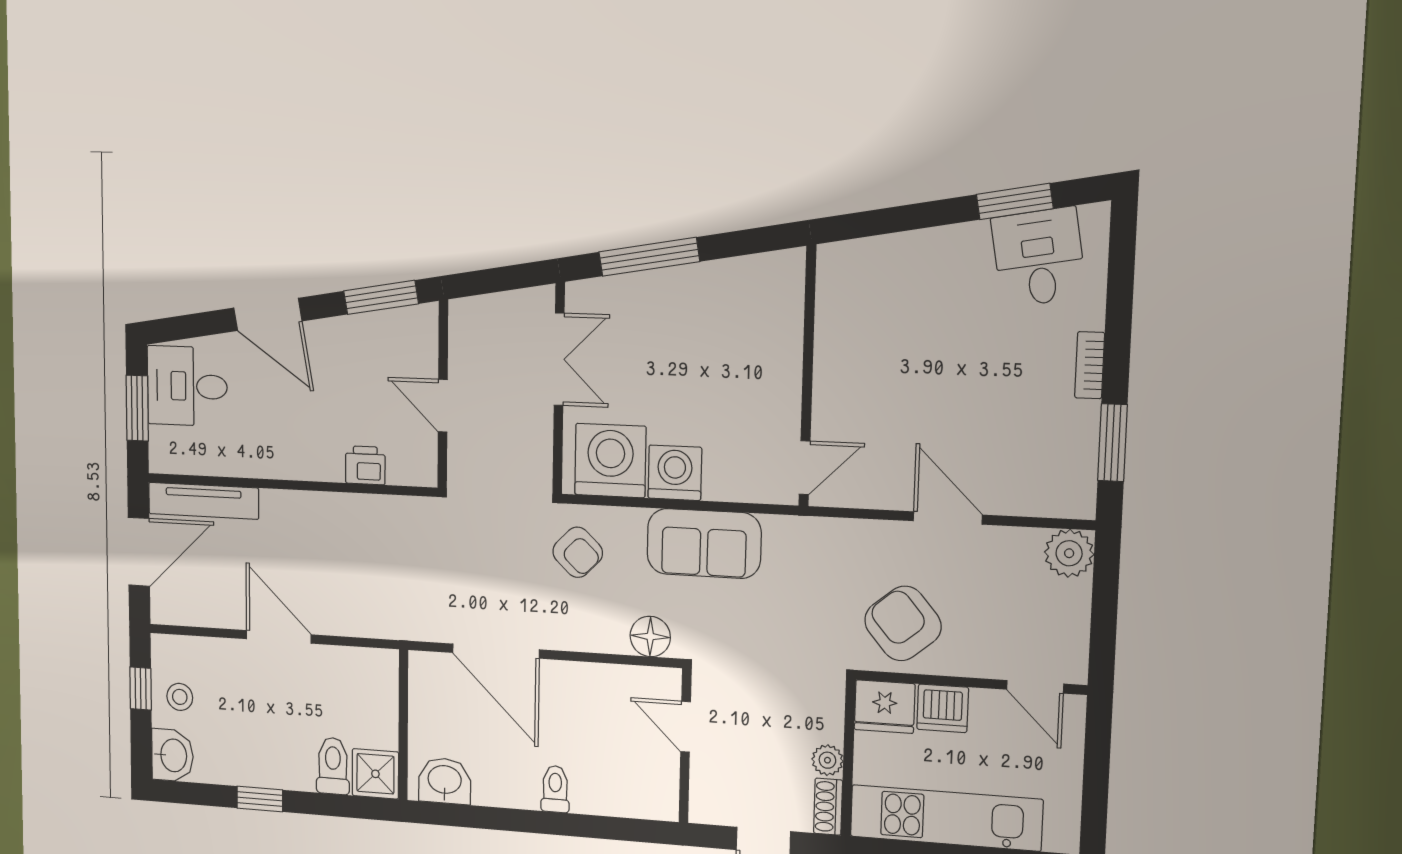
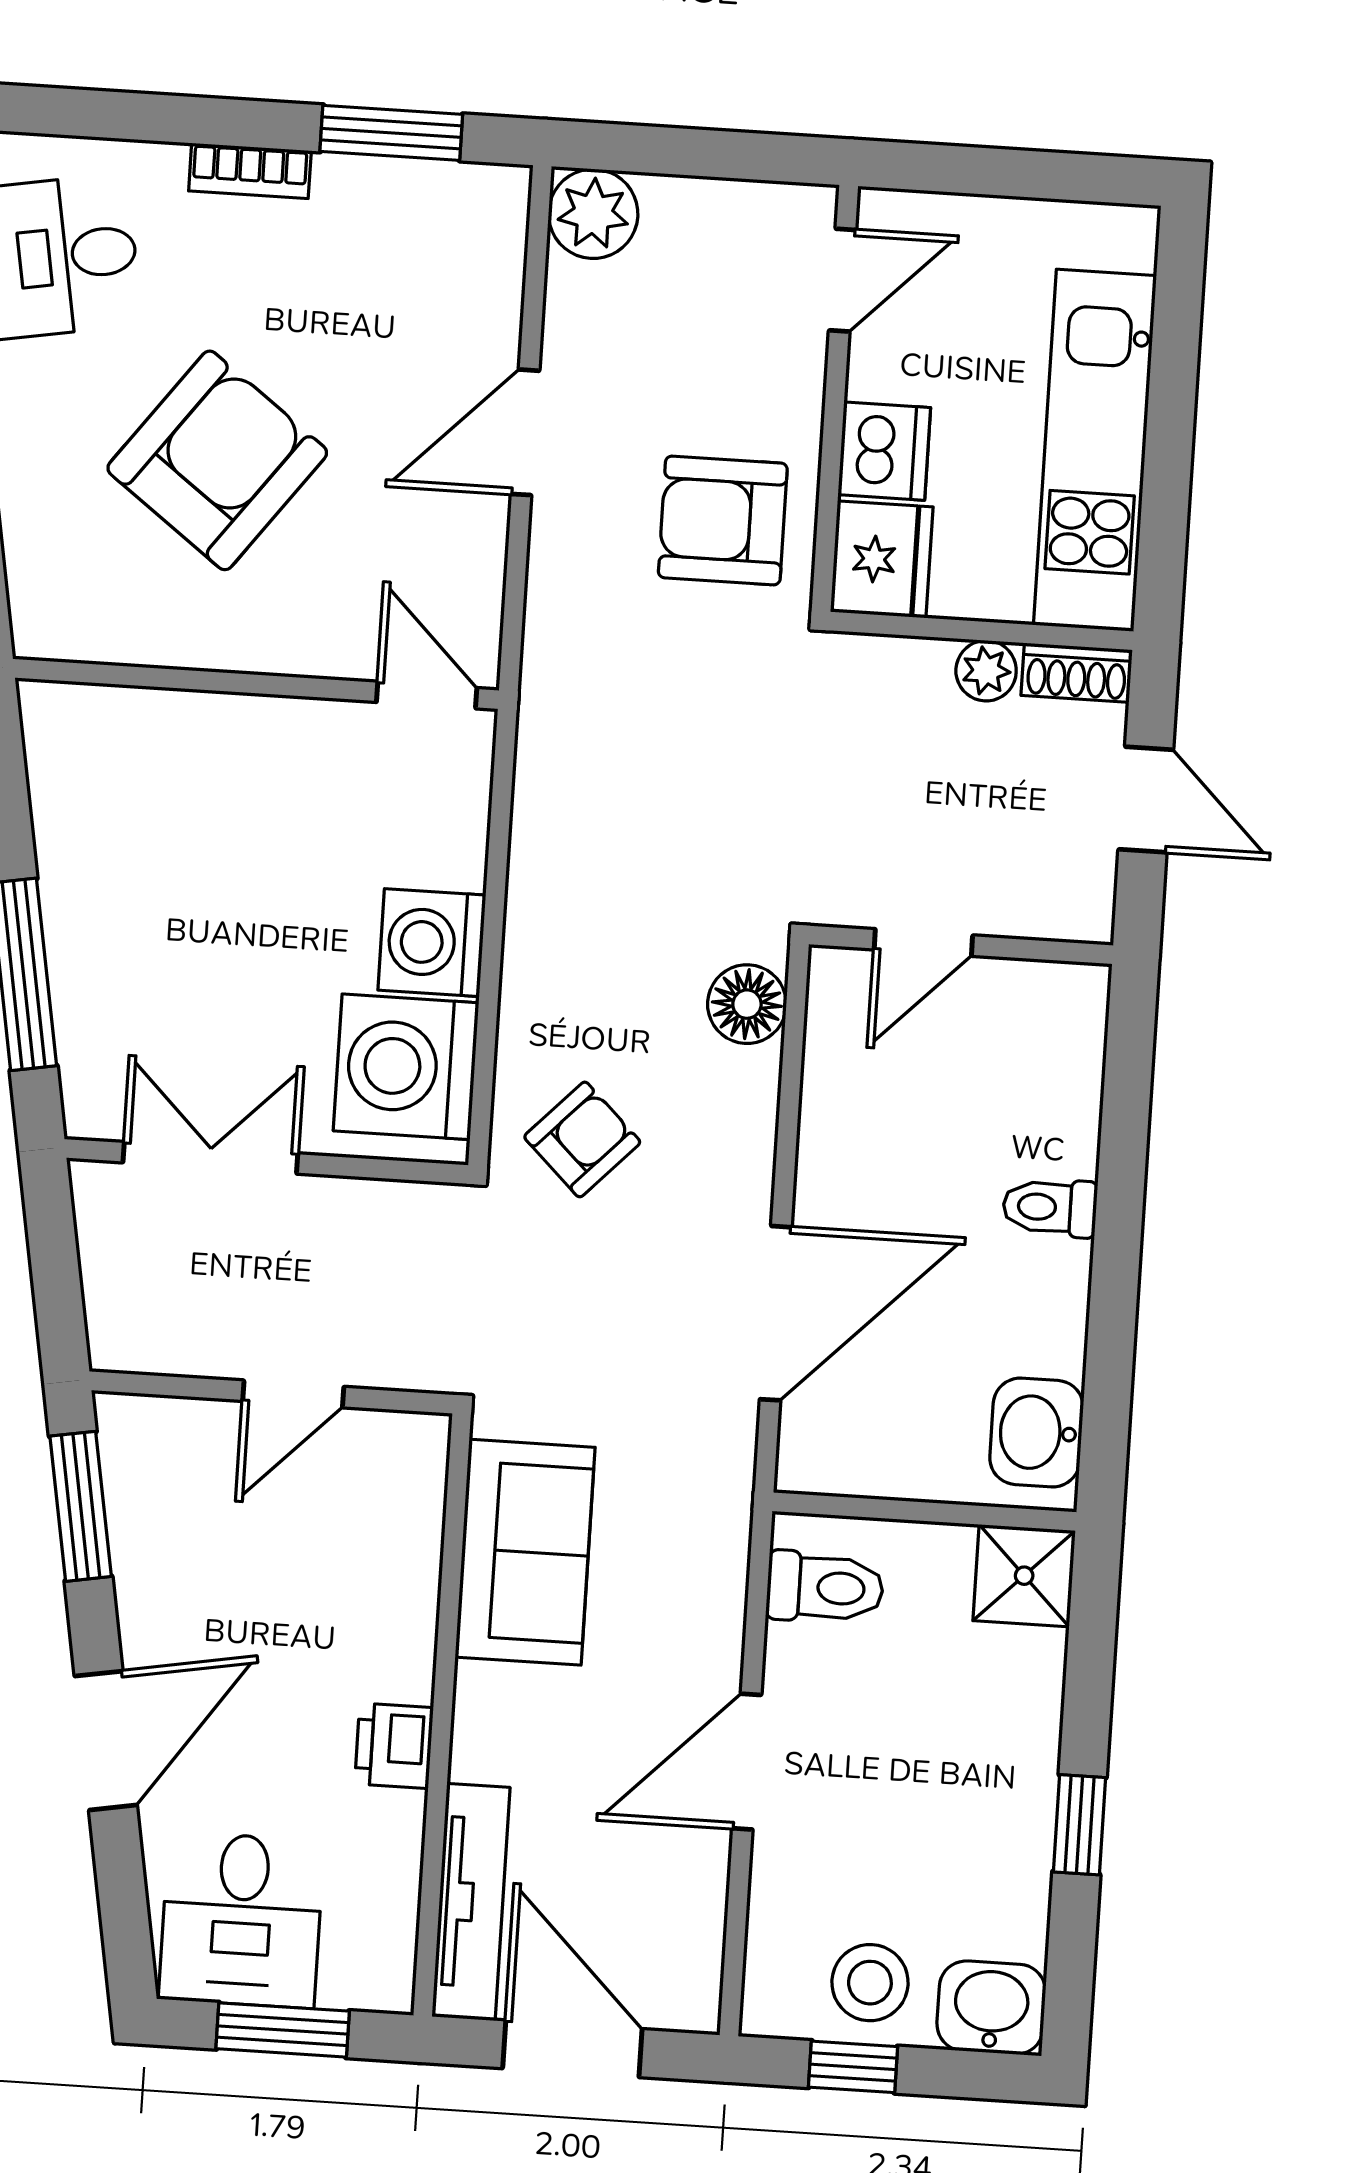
armchair: (928, 352) -> (217, 460), added
printer: (365, 465) -> (394, 1746), moved
sofa: (704, 543) -> (525, 1552), moved
armchair: (903, 623) -> (723, 520), turned 40
stool: (180, 697) -> (870, 1983), width x1.37, depth x1.37
toilet: (333, 766) -> (825, 1588), moved, turned 180

